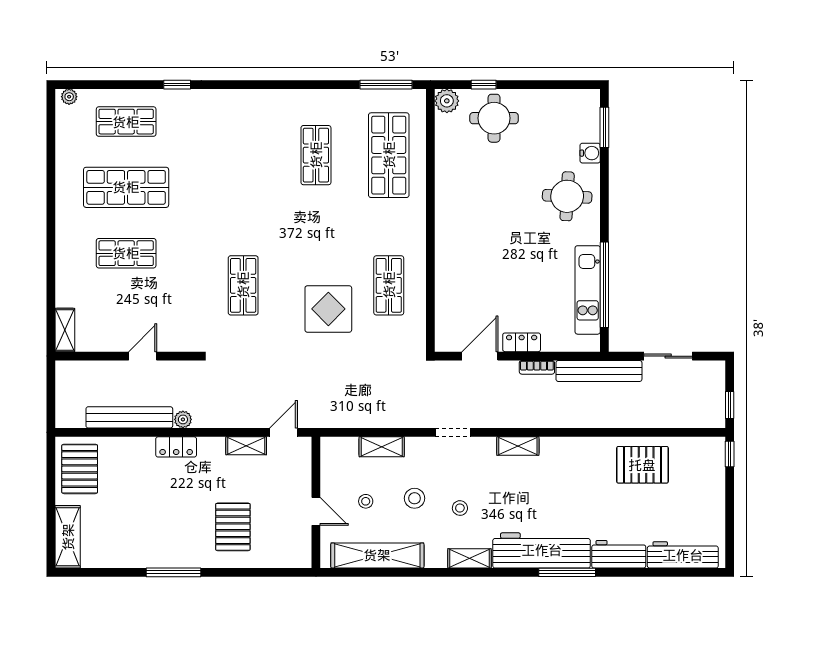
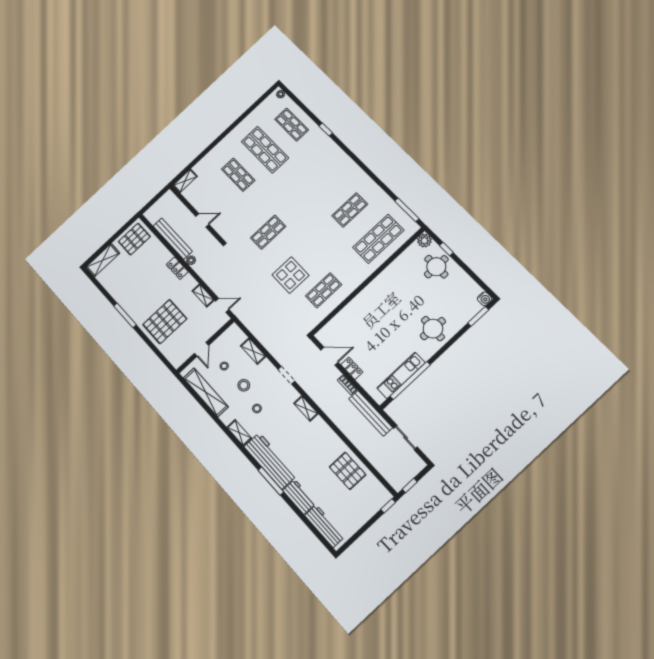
water cooler: (590, 153) -> (485, 299), moved
pallet: (233, 527) -> (165, 322), width x1.37, depth x1.41

